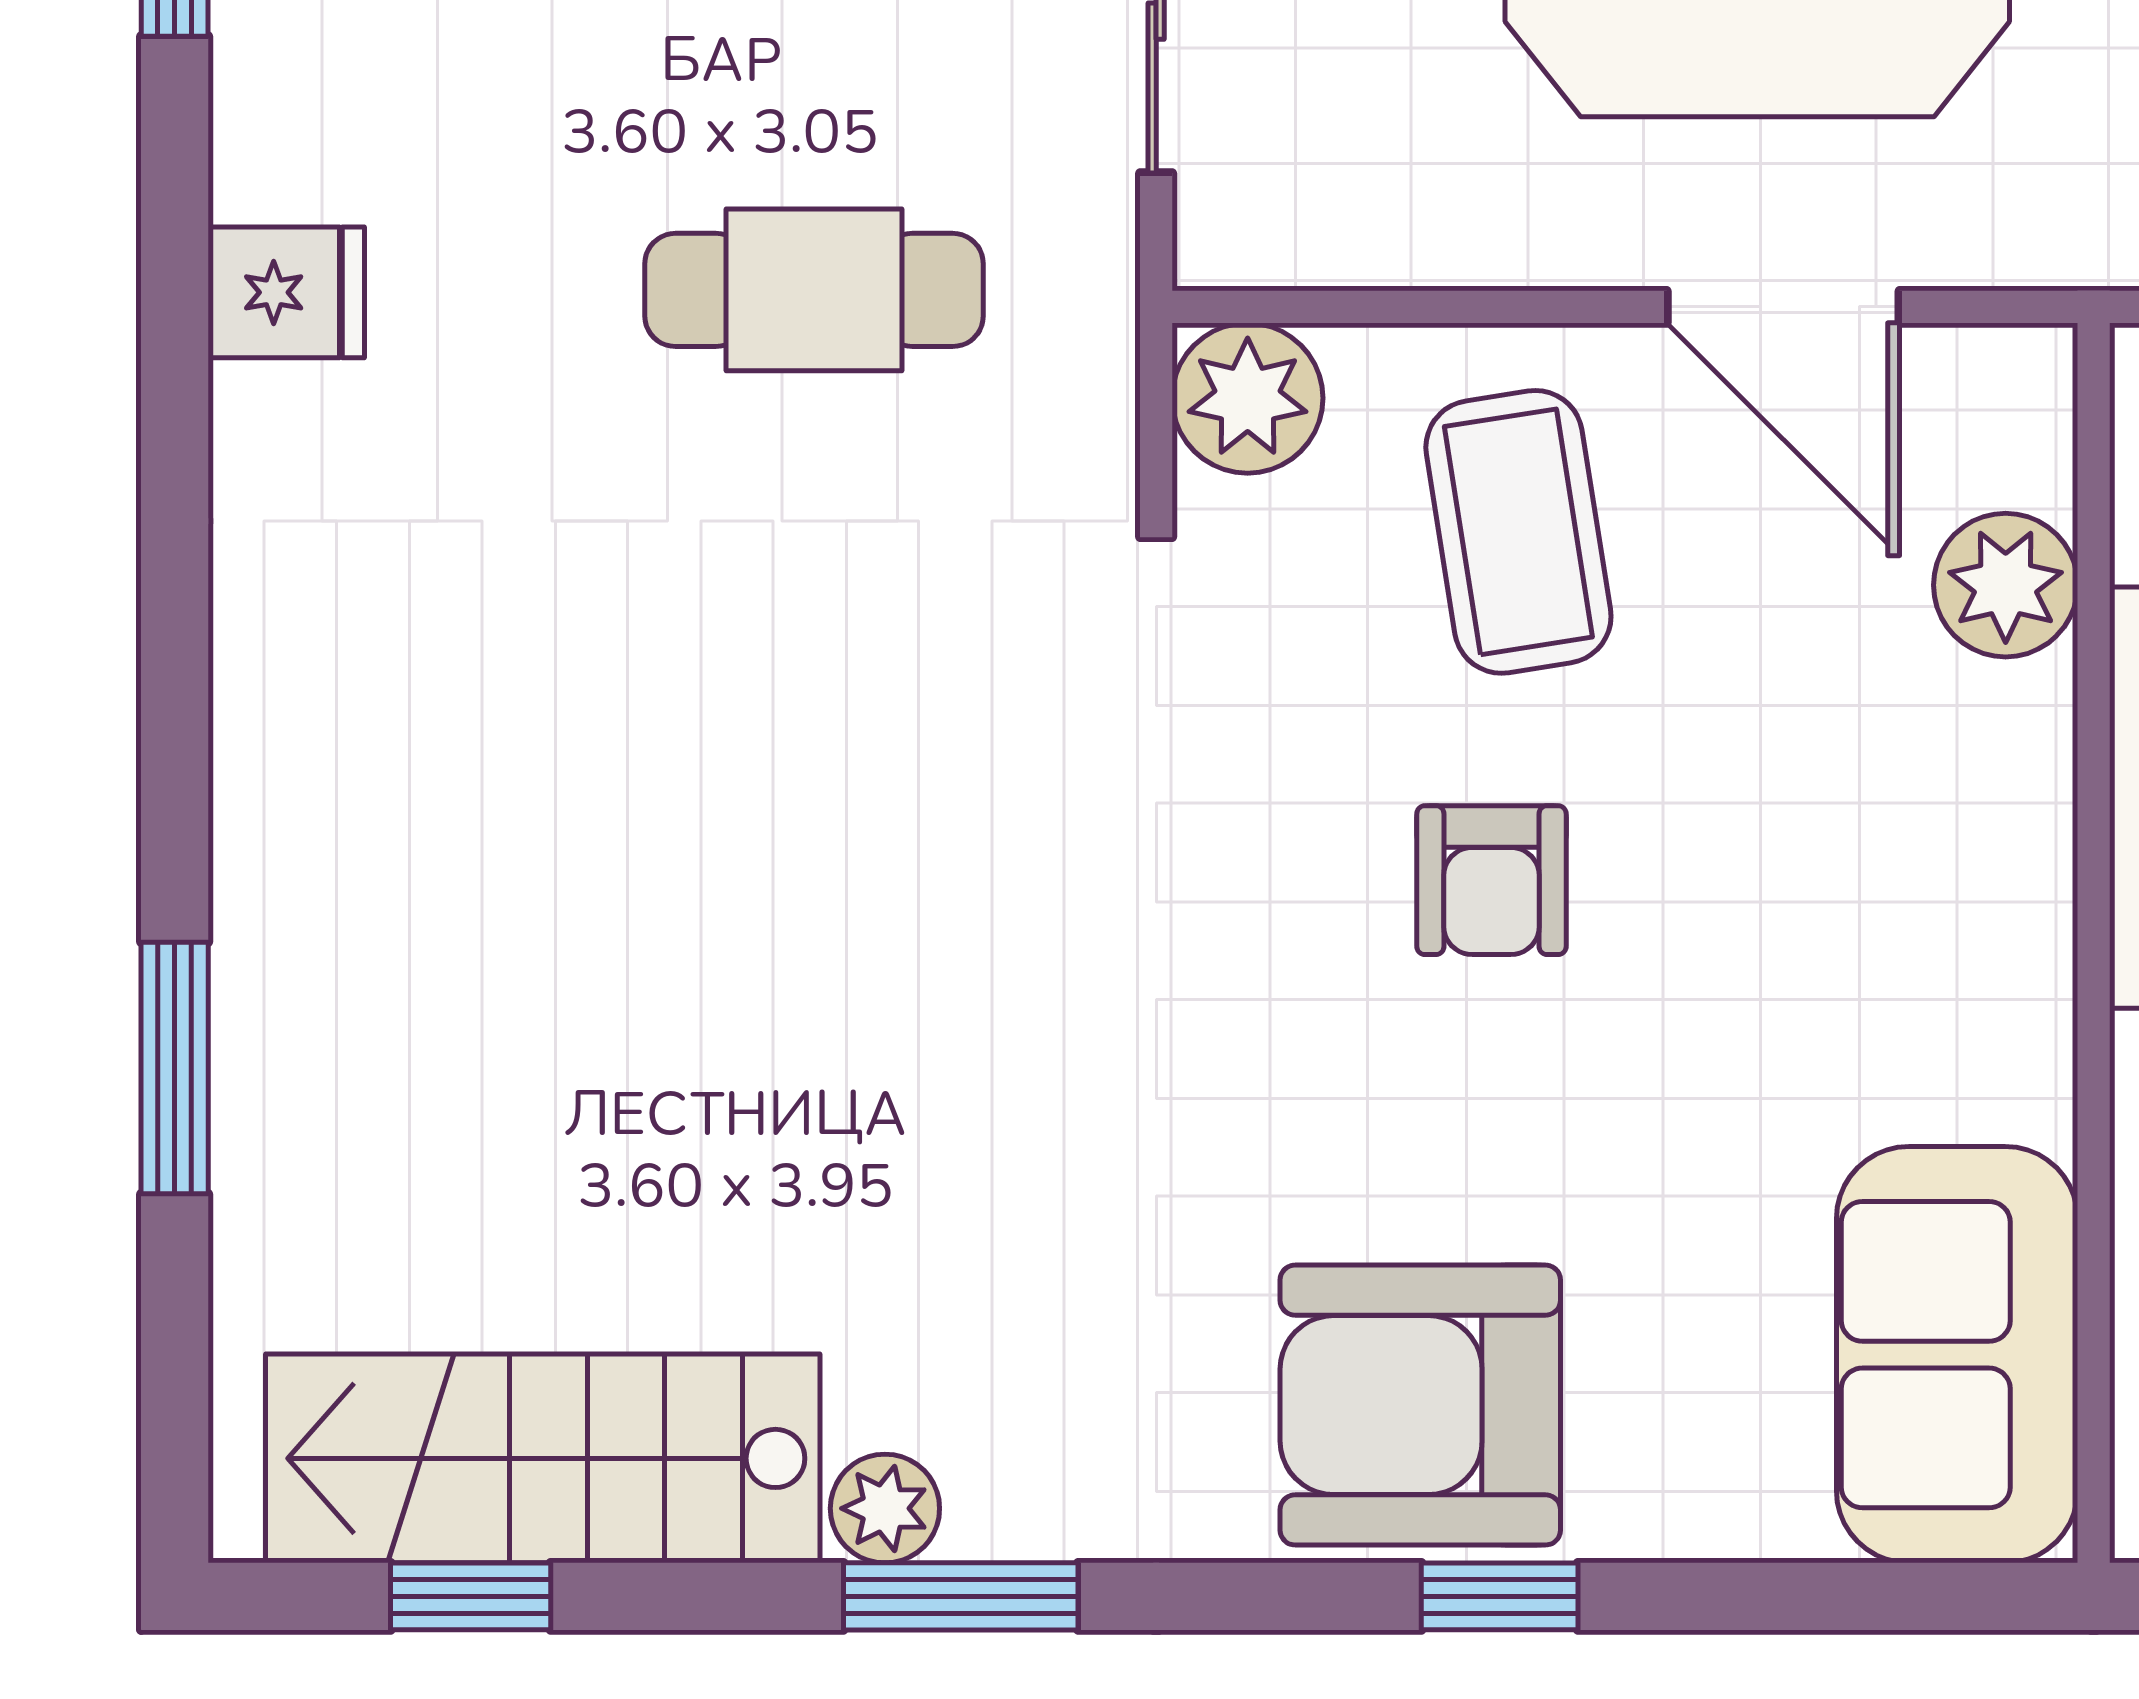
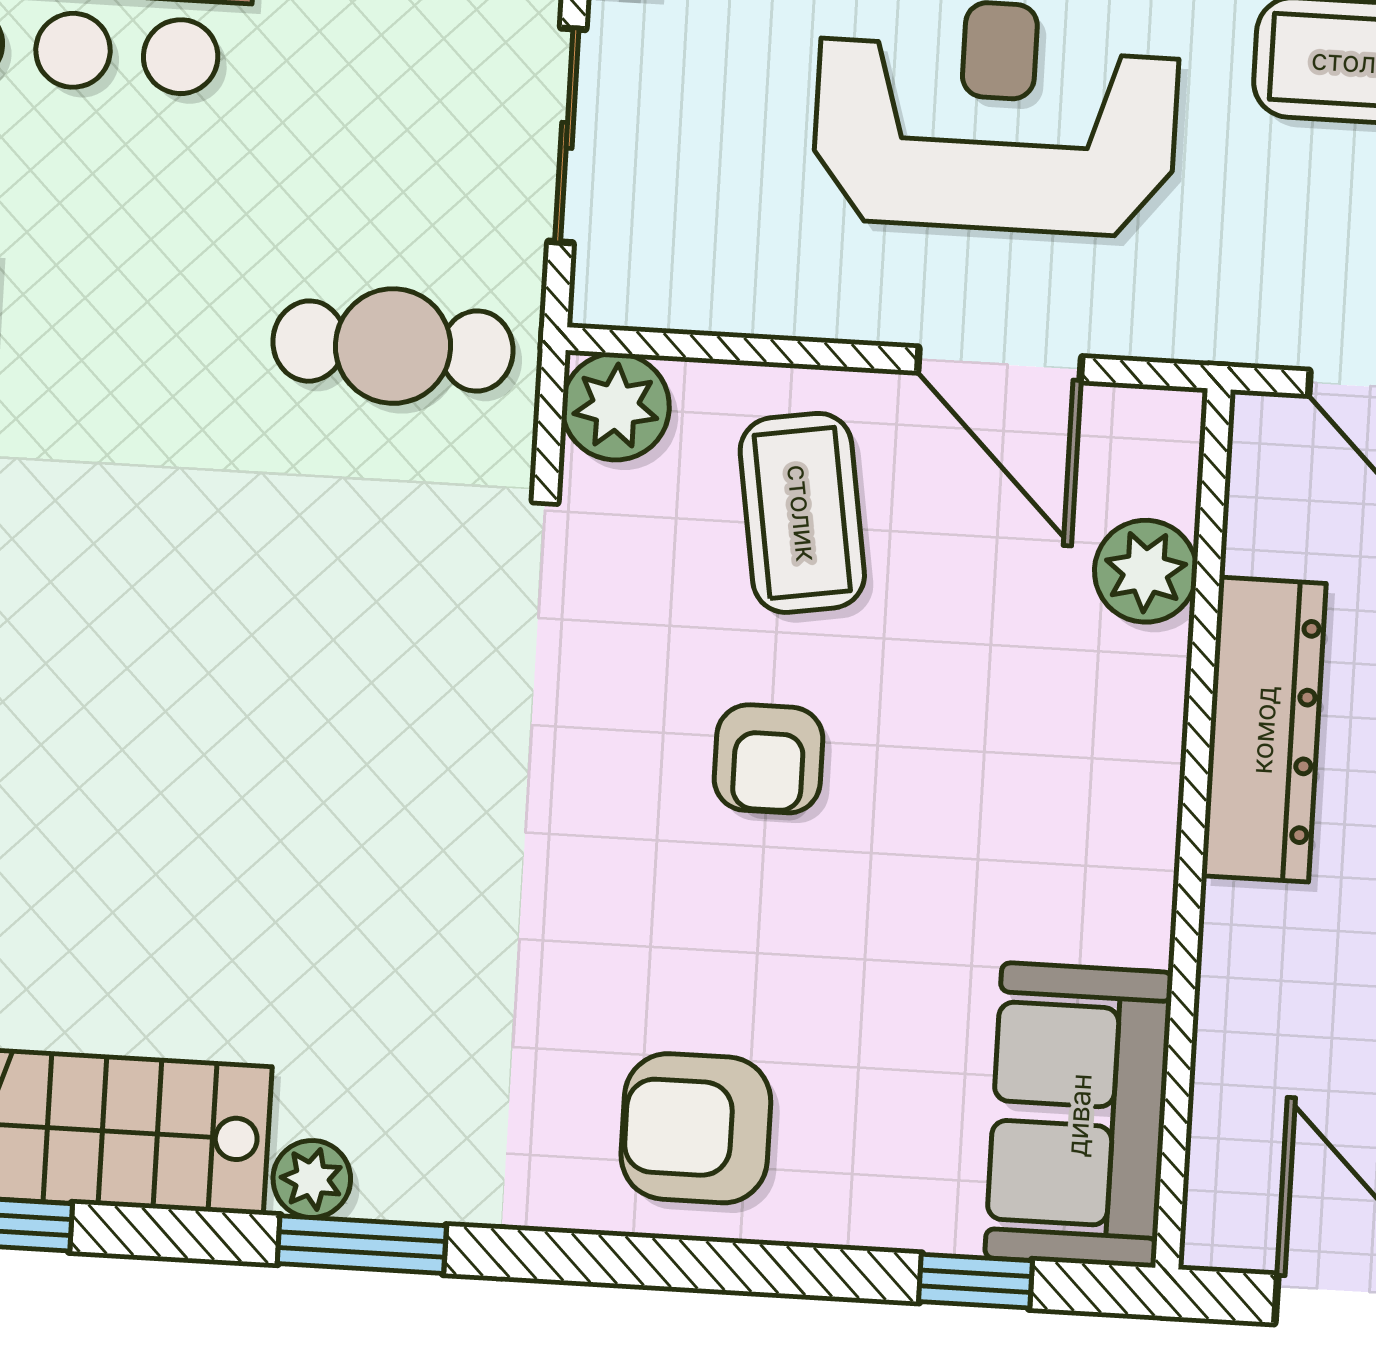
cafe table: (814, 290) -> (393, 346), moved
armchair: (1420, 1405) -> (696, 1128), width x0.73, depth x0.73
window: (1500, 1596) -> (975, 1281), moved

